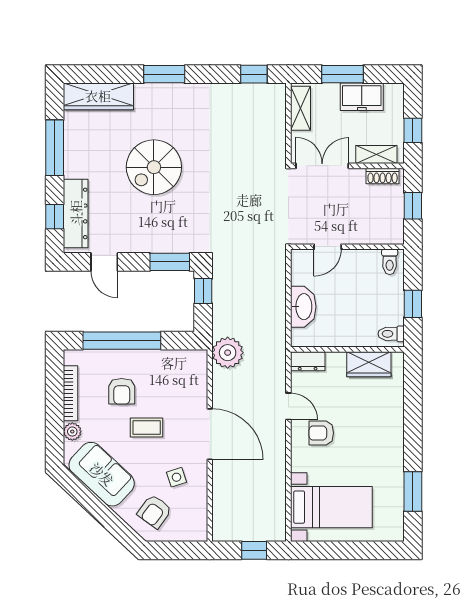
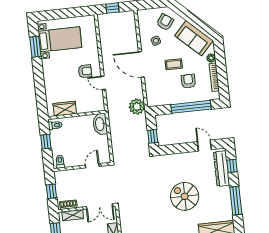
spiral stairs: (154, 167) -> (185, 196), turned -90
window: (170, 262) -> (171, 149), removed
washbasin: (303, 307) -> (100, 124), moved
dresser: (308, 361) -> (96, 107), removed
bed with nightstands: (331, 507) -> (60, 39), moved, turned 180

